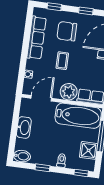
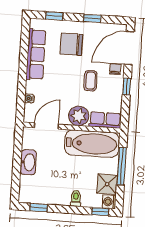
coffee table: (62, 61) -> (91, 81), moved
bidet: (22, 156) -> (28, 196), removed
washing machine: (89, 165) -> (109, 202), added
window: (43, 168) -> (39, 208), moved

